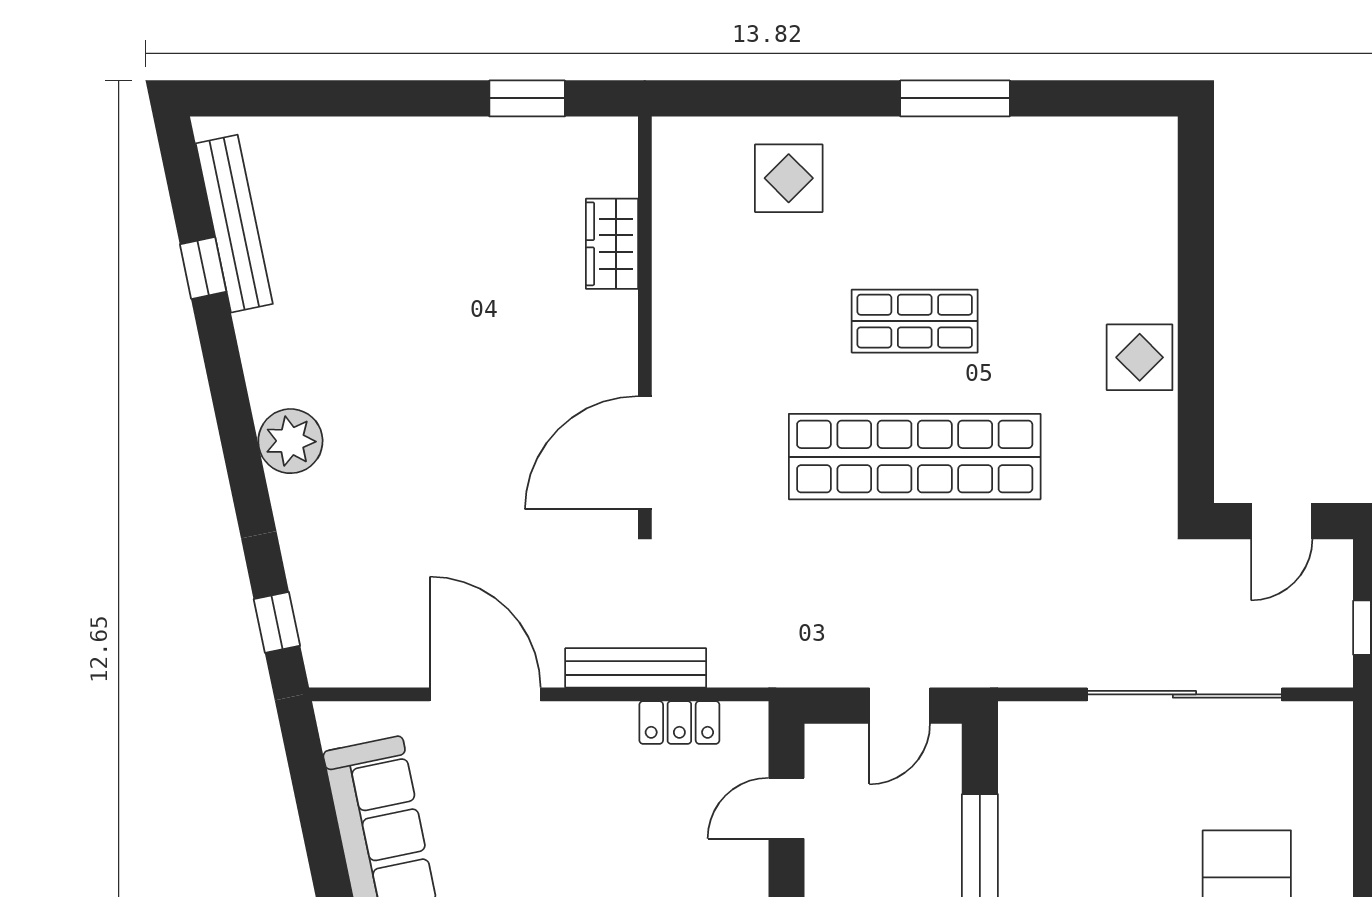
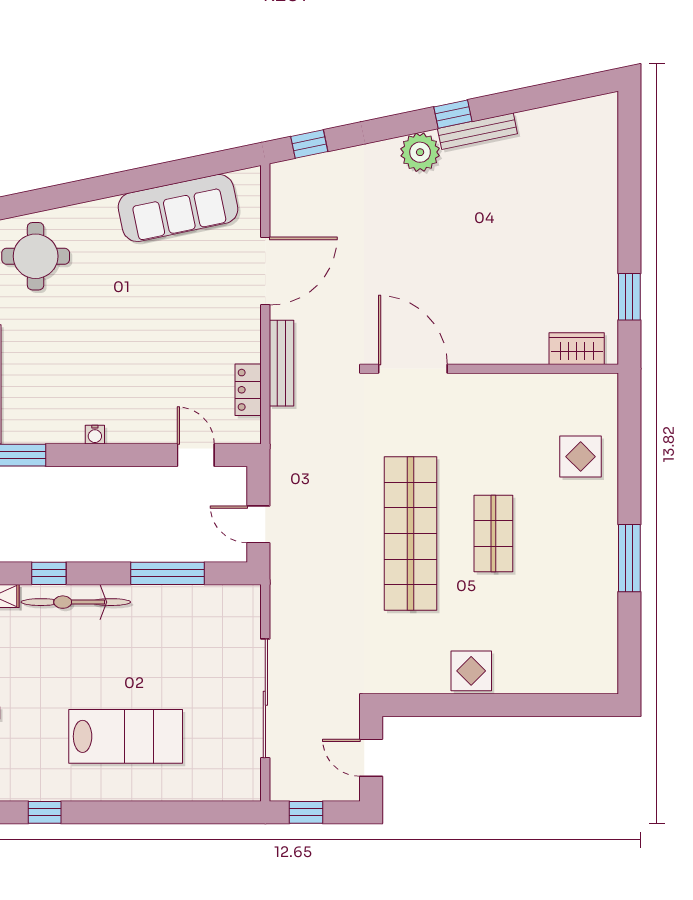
bench: (234, 224) -> (477, 131), moved, width x0.73, depth x0.82
wardrobe: (612, 244) -> (577, 349), moved
window: (203, 268) -> (453, 114), moved

